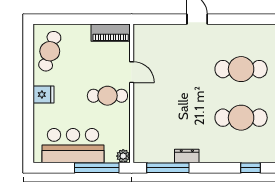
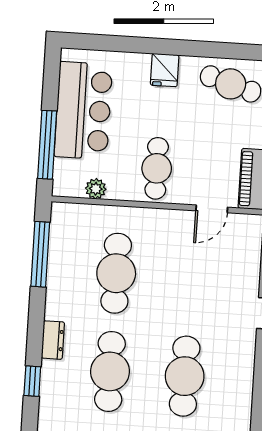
door: (132, 72) -> (212, 209), moved
cafe table: (177, 118) -> (116, 273), added
plant: (123, 156) -> (96, 189), moved
dresser: (187, 156) -> (53, 340), moved

